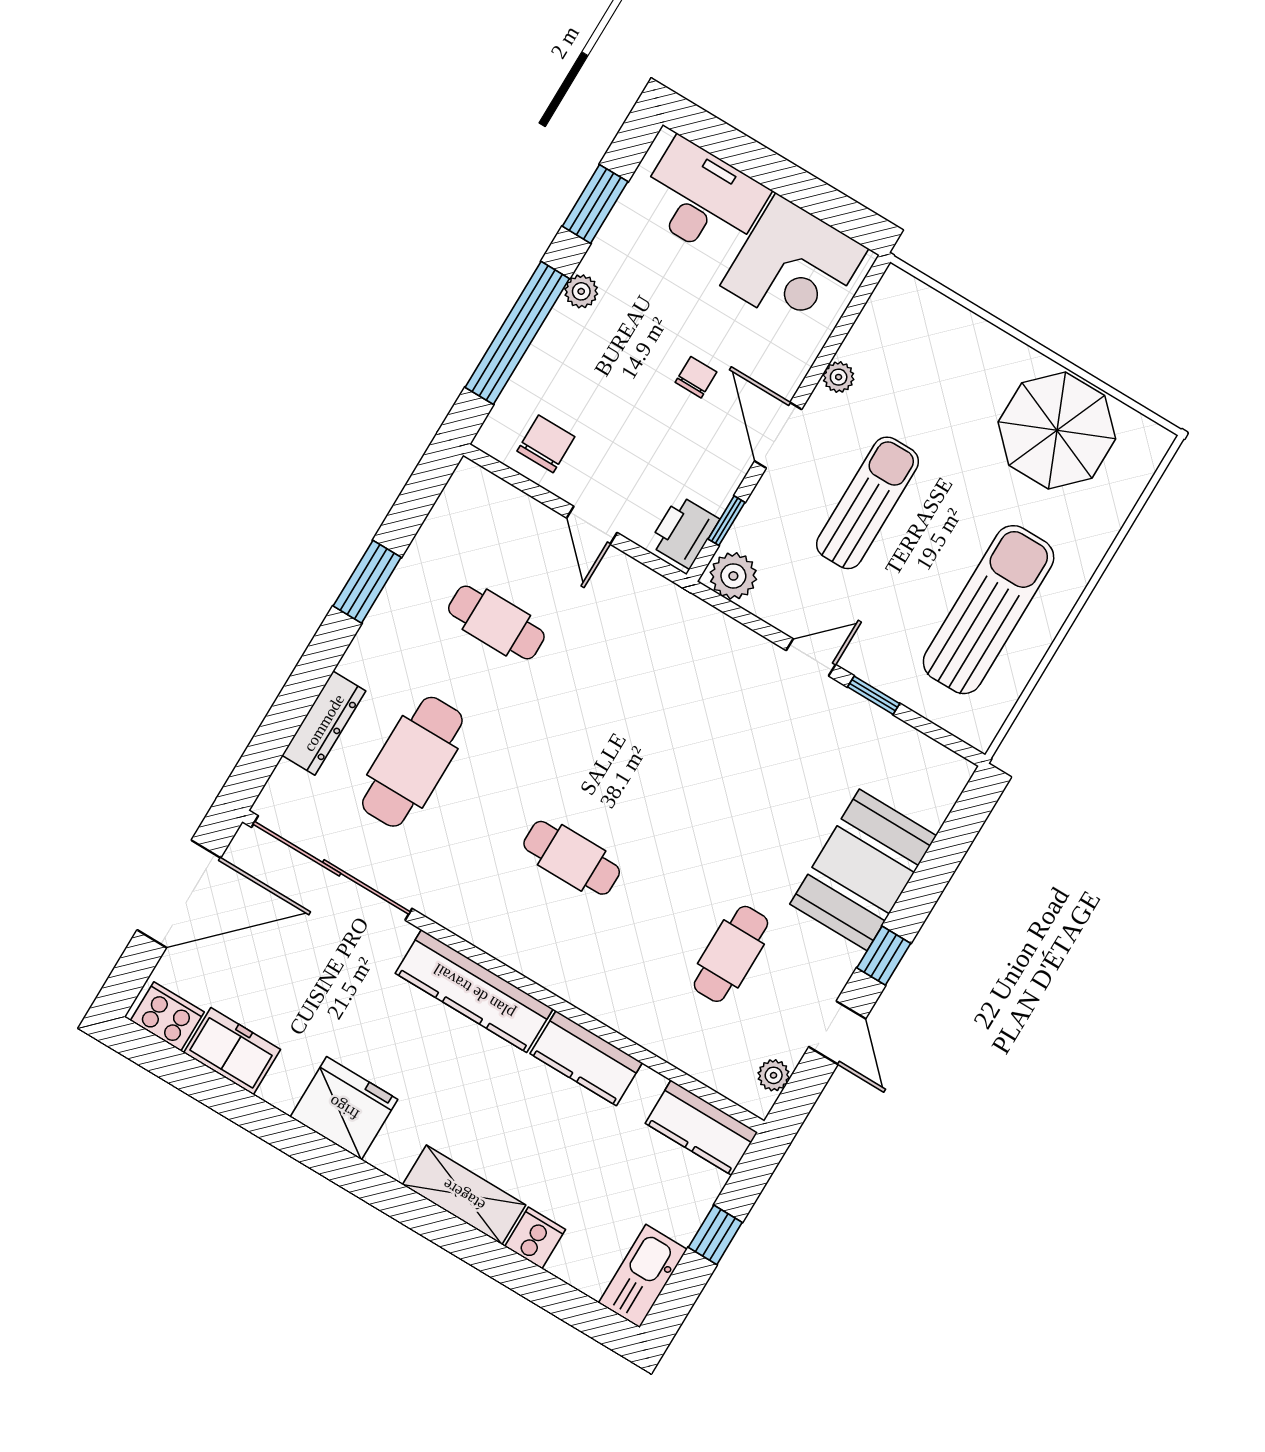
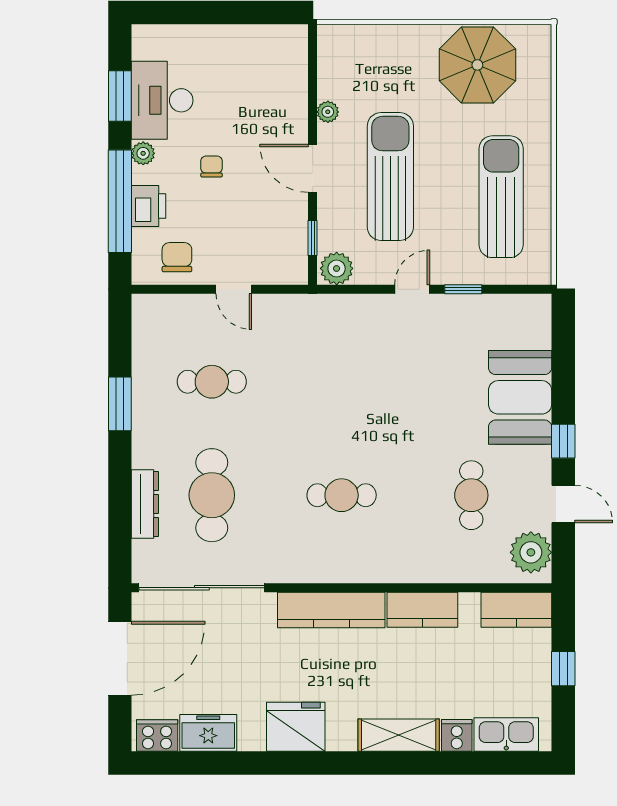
desk: (702, 199) -> (162, 100), moved, turned -90
corner desk: (794, 267) -> (262, 62), removed
chair: (696, 377) -> (212, 167), moved
sun lounger: (867, 503) -> (390, 177), width x1.36, depth x1.34
printer: (684, 532) -> (148, 206), moved, turned 180
plant: (774, 1075) -> (531, 552), width x1.87, depth x1.87
kitchen sink: (643, 1276) -> (506, 734), moved, turned 90

